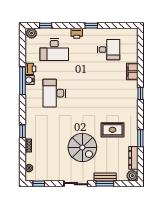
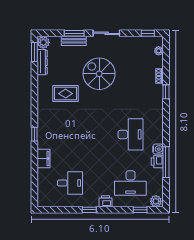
desk: (54, 50) -> (130, 183), turned 180
desk: (109, 50) -> (70, 183), turned 180
window: (22, 81) -> (166, 162), moved
window: (140, 138) -> (34, 52), moved

